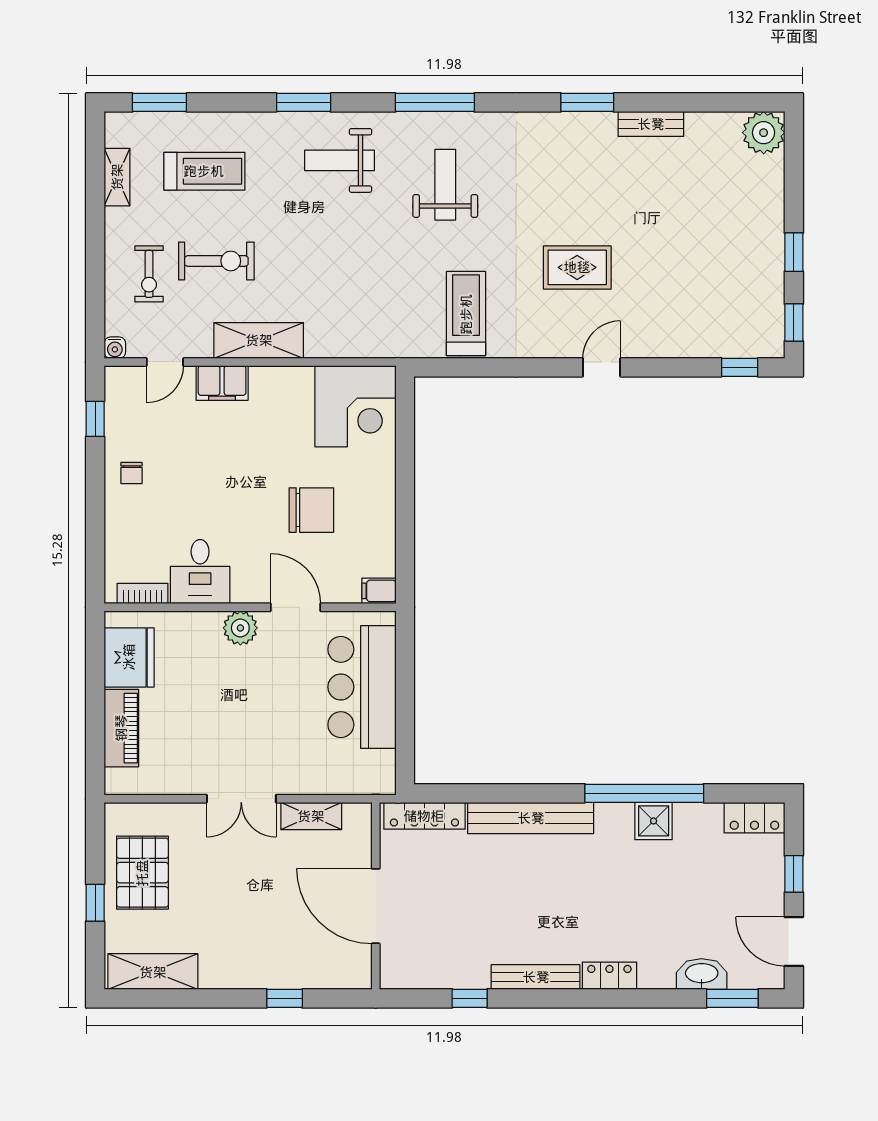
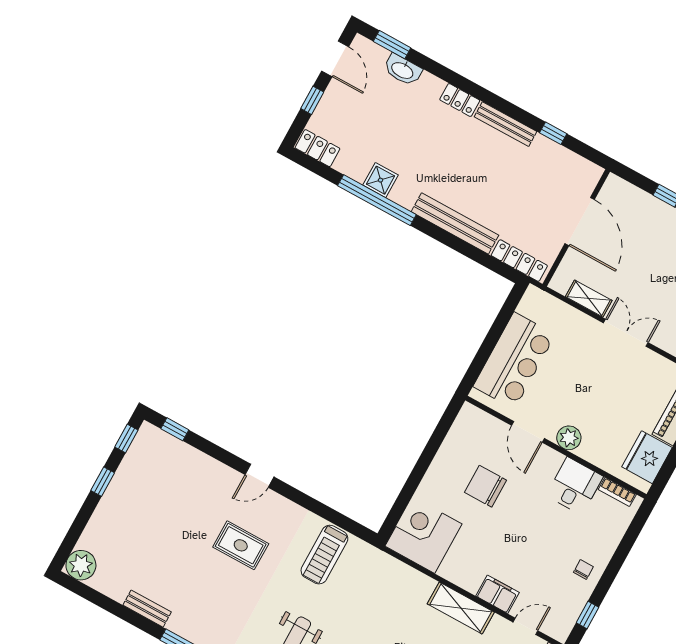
filing cabinet: (379, 591) -> (471, 414), removed

